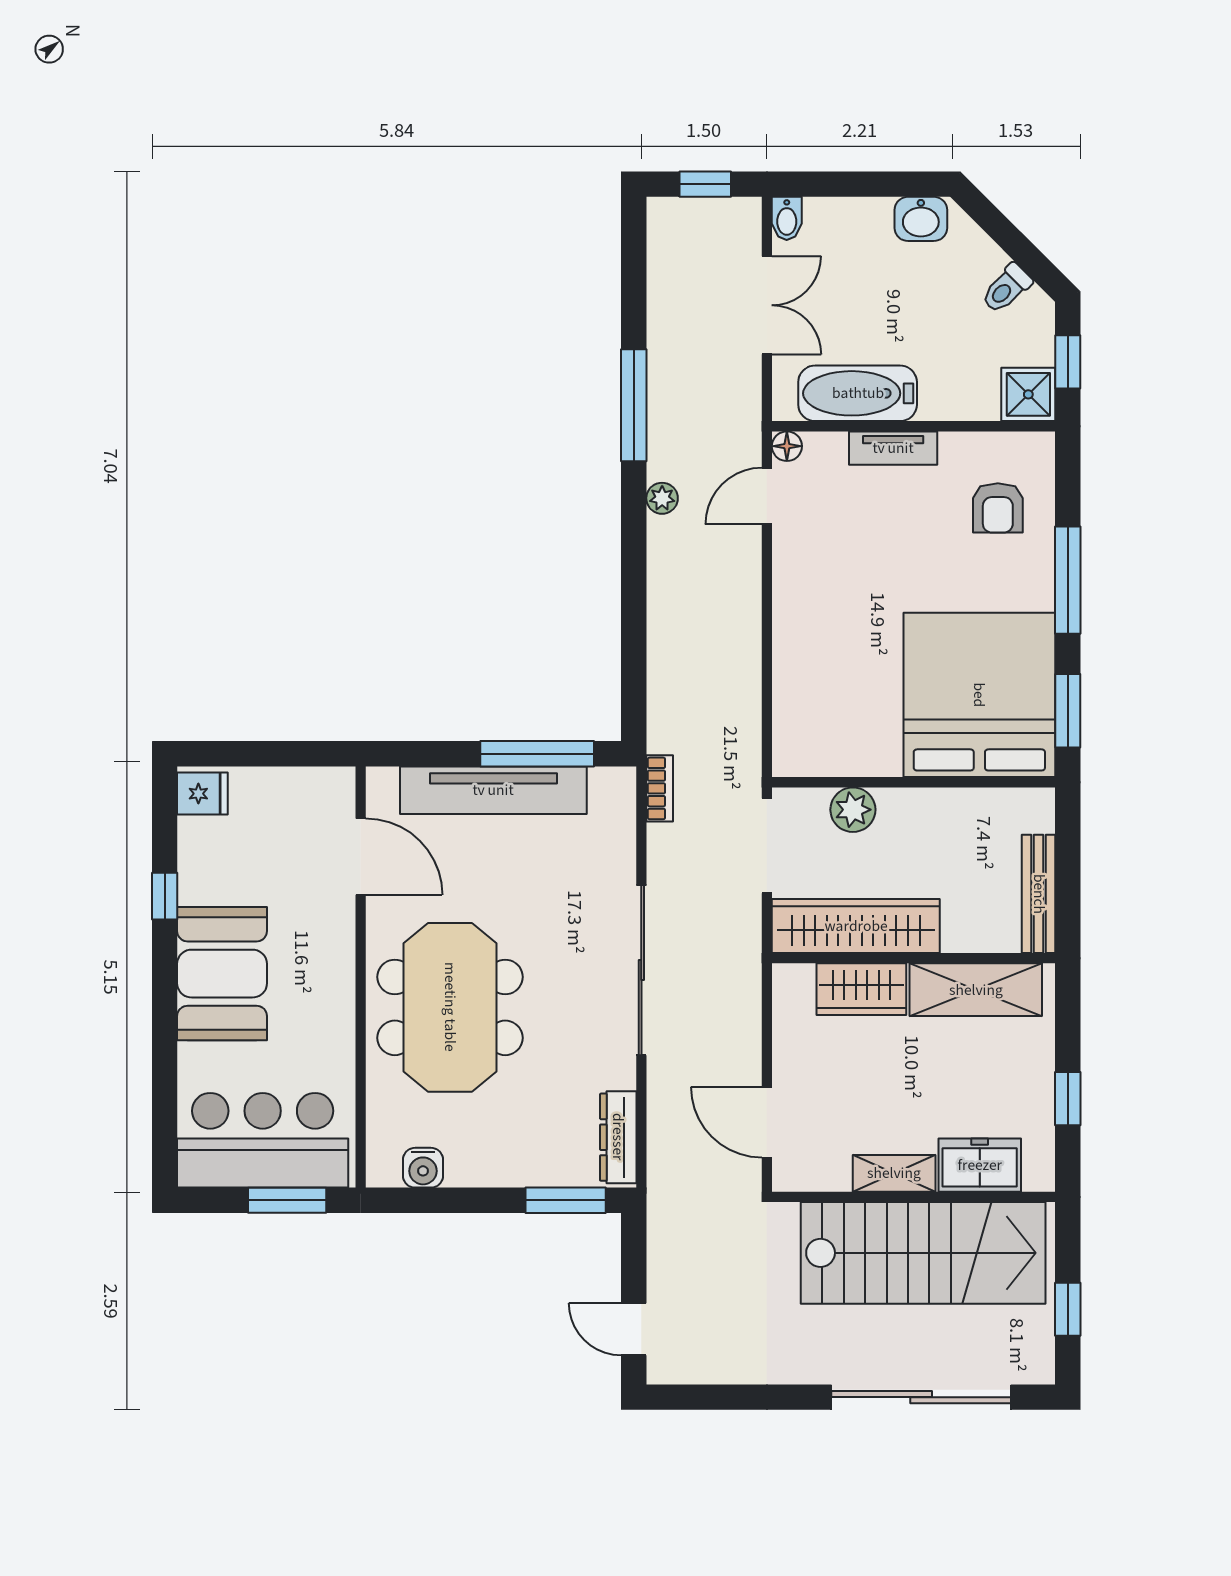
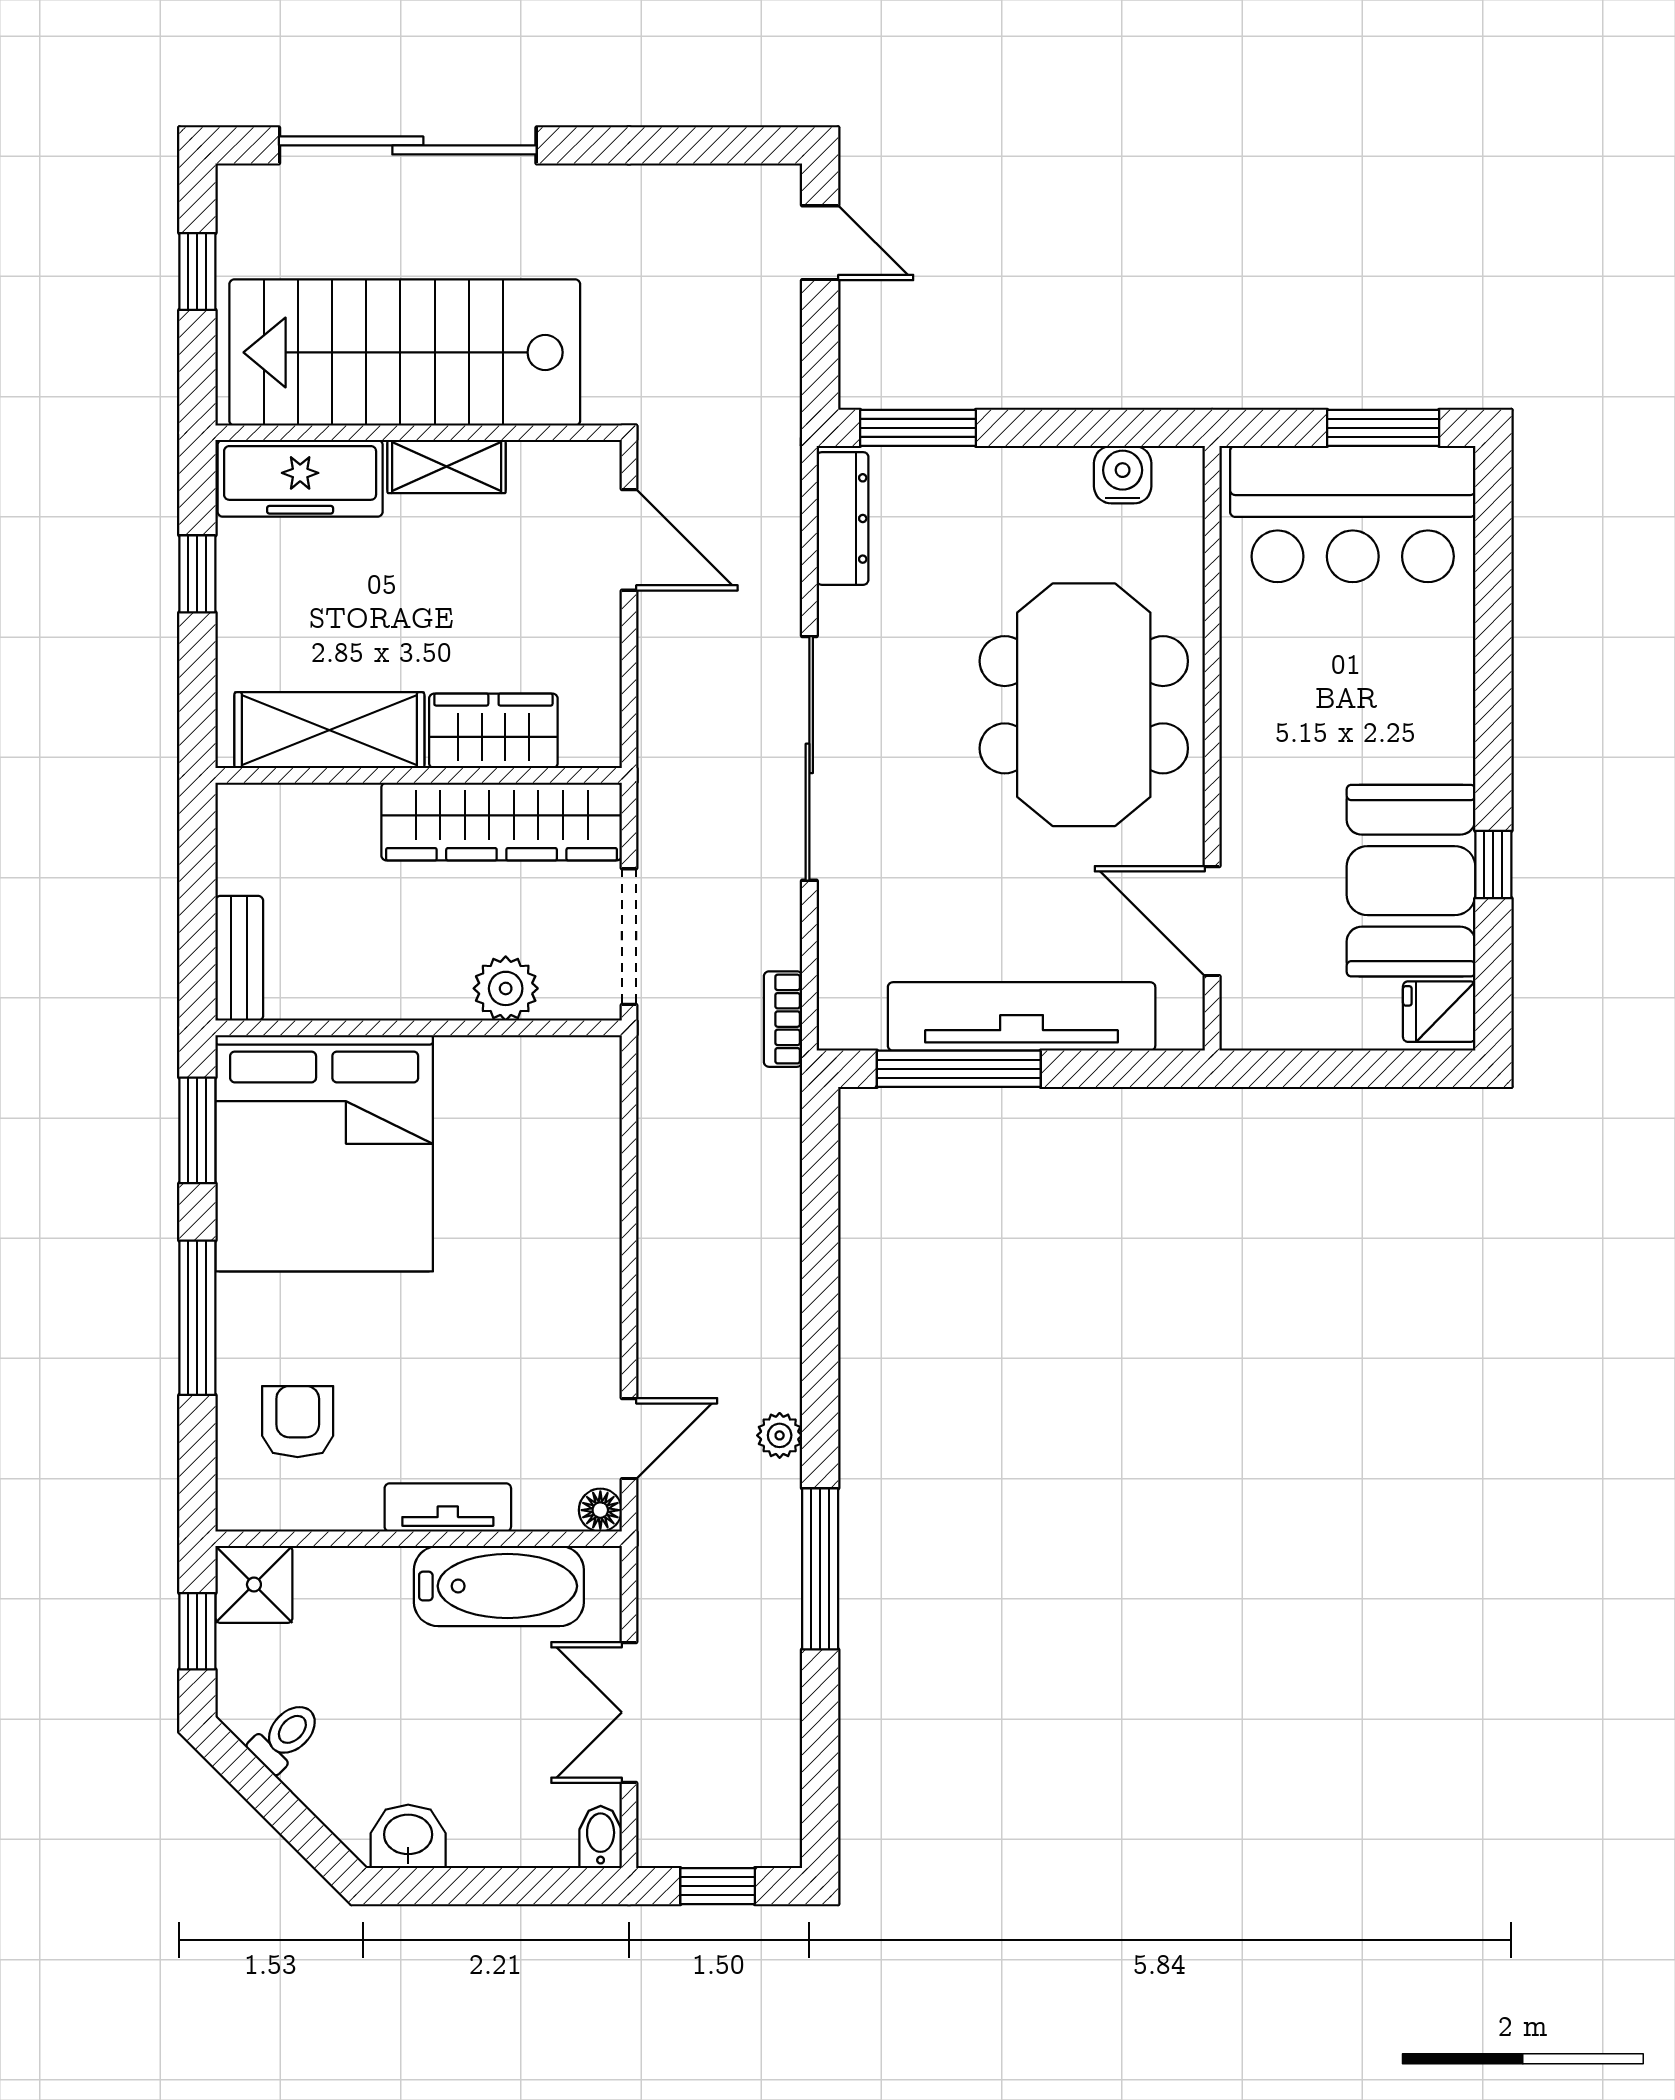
bench: (1039, 894) -> (239, 958), moved, width x0.73
booth: (222, 974) -> (1411, 881), moved
freezer: (980, 1165) -> (300, 478), width x1.40
window: (287, 1200) -> (1383, 428), moved

